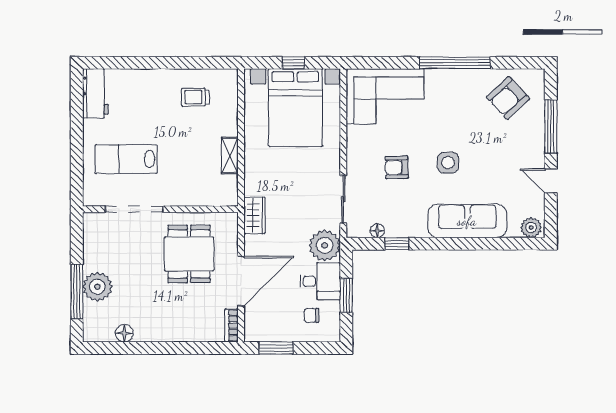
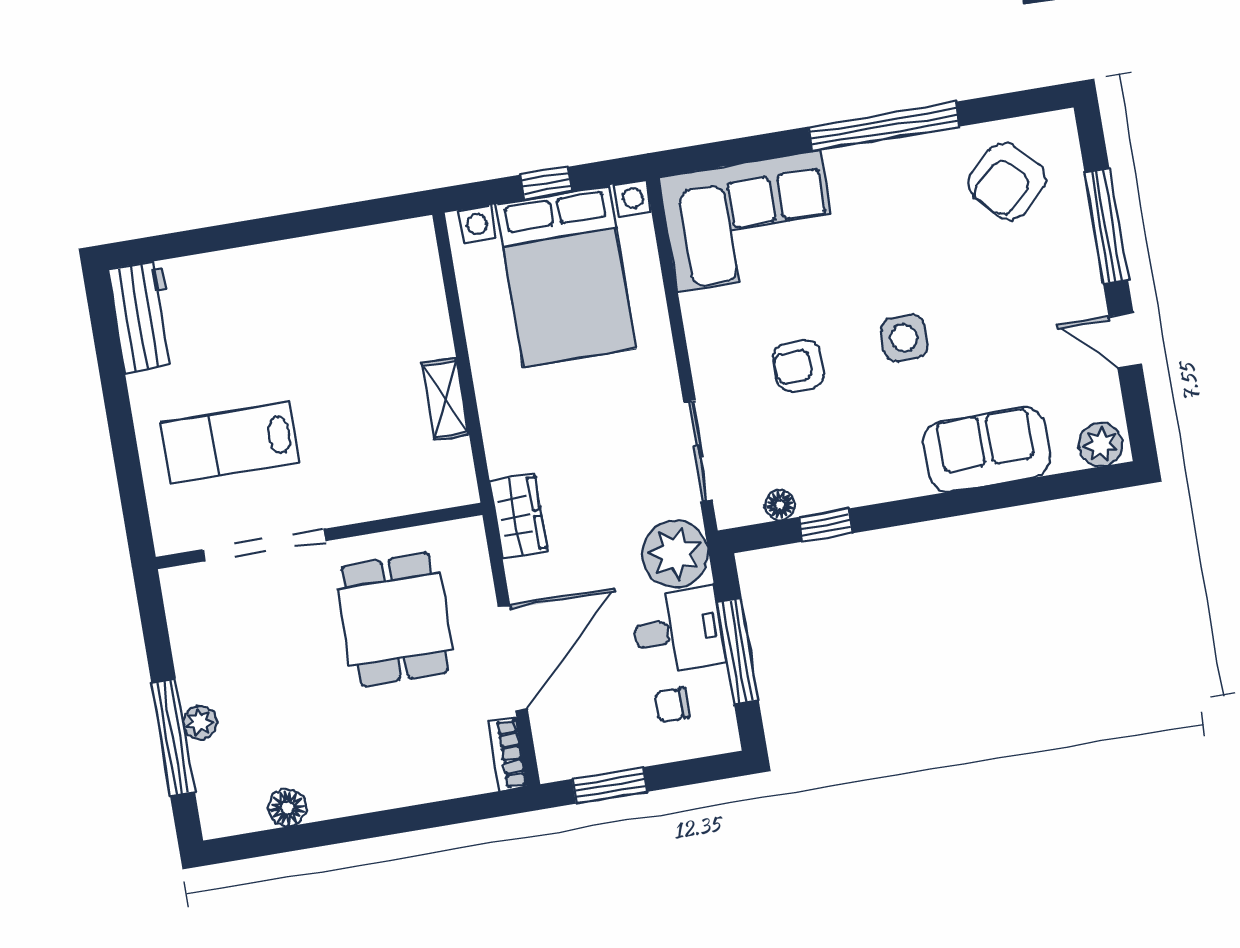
trolley: (195, 97) -> (353, 289), removed
sofa: (467, 221) -> (987, 449), width x0.73
plant: (97, 287) -> (200, 722), width x0.53, depth x0.53
window: (346, 295) -> (738, 651), width x1.44

